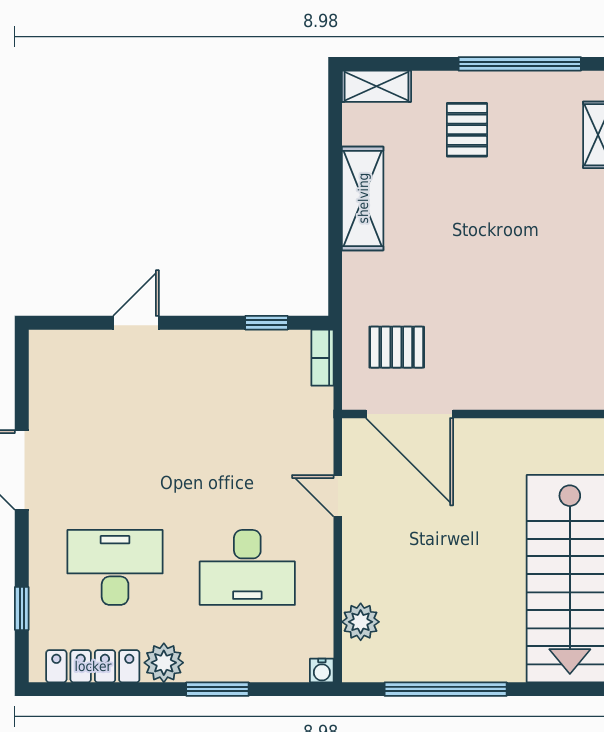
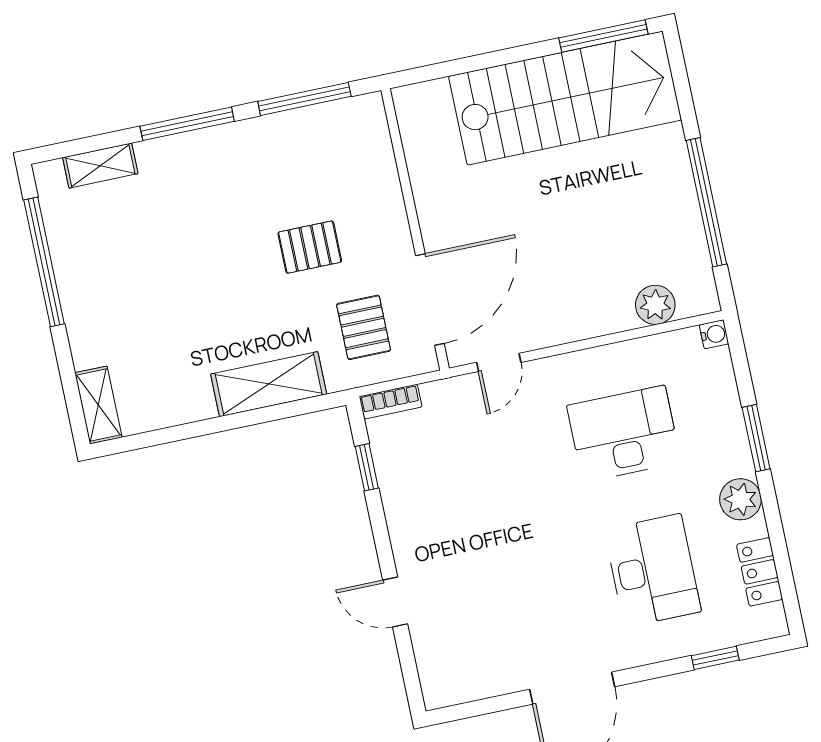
pallet: (467, 130) -> (310, 247), moved
shelving: (363, 198) -> (269, 384), moved
door: (338, 496) -> (499, 362), moved
desk: (115, 567) -> (653, 570), turned 180
desk: (247, 567) -> (624, 434), turned -90
locker: (93, 666) -> (760, 572), width x0.66

